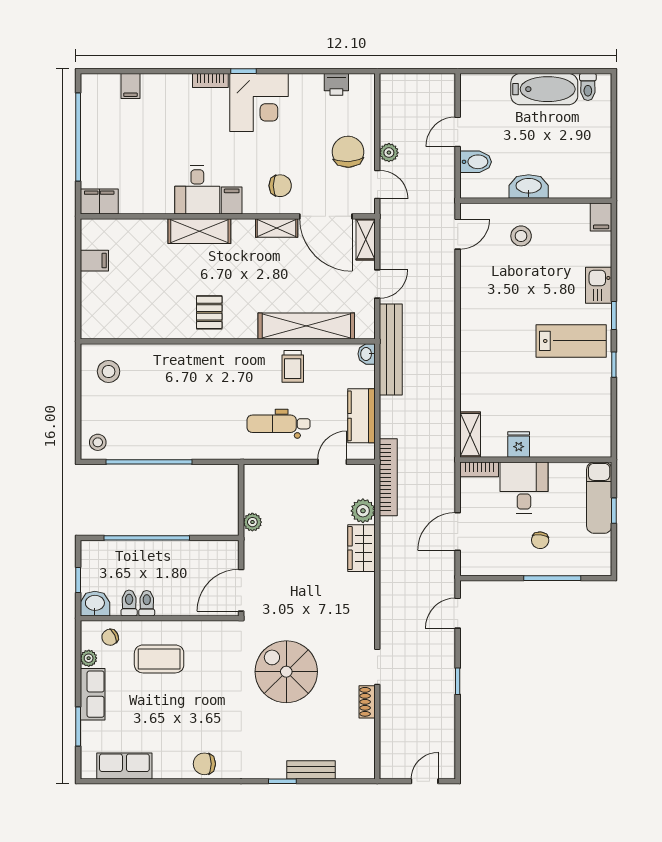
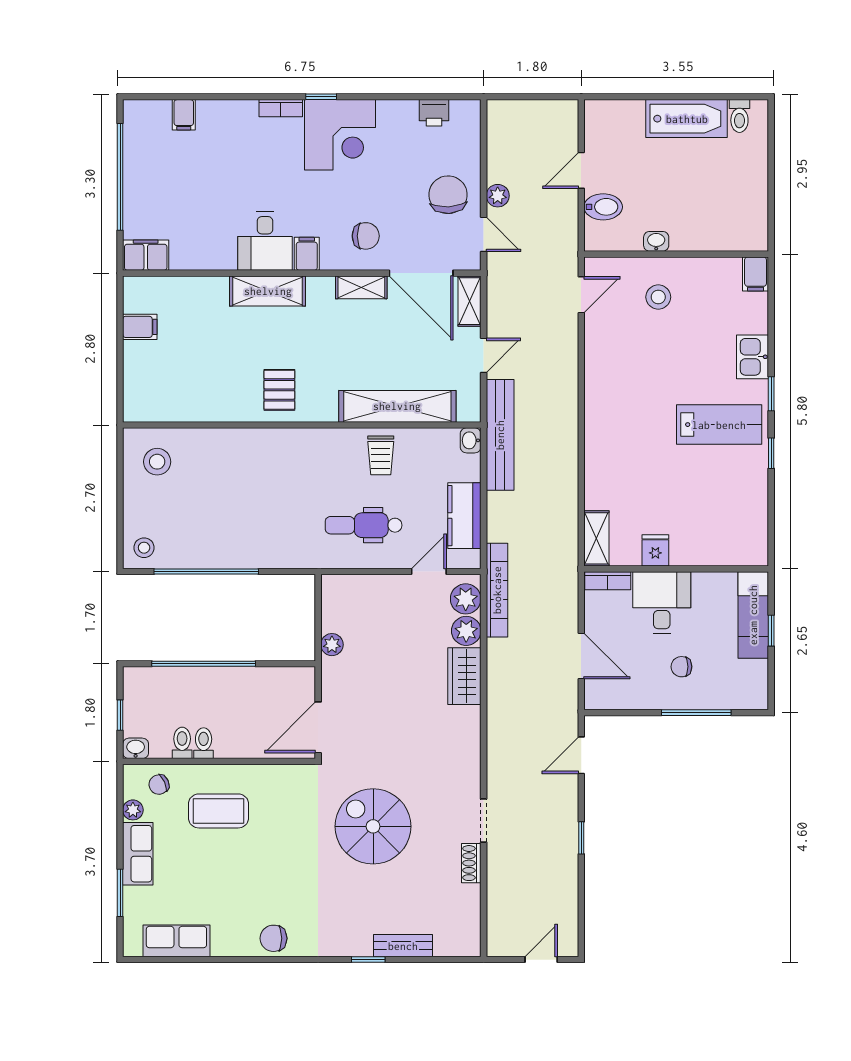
washbasin: (529, 186) -> (656, 241), width x0.52, depth x0.69
plant: (363, 484) -> (466, 599), added
door: (458, 531) -> (581, 656), swing flipped
chair: (540, 540) -> (681, 667), turned 84
washbasin: (95, 604) -> (136, 748), width x0.72, depth x0.69

